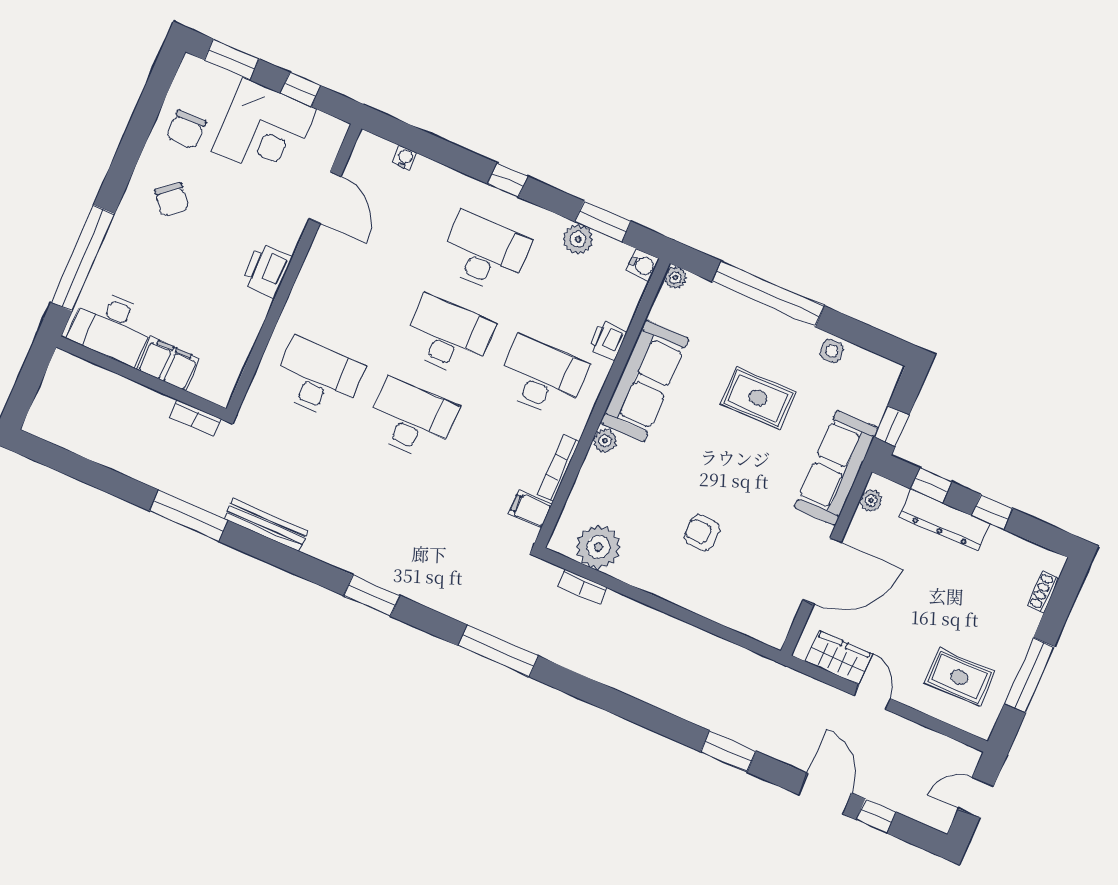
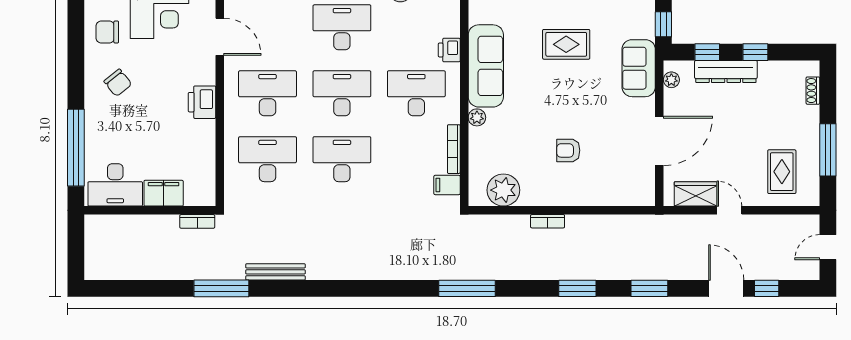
chair: (186, 129) -> (107, 32), turned 90
desk: (354, 295) -> (268, 93), added
sofa: (836, 468) -> (639, 68), width x0.73
bookcase: (582, 587) -> (548, 221), moved
window: (372, 596) -> (577, 288), moved
rug: (959, 677) -> (782, 172), turned 90

